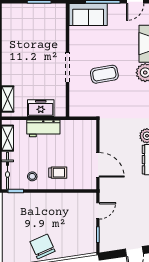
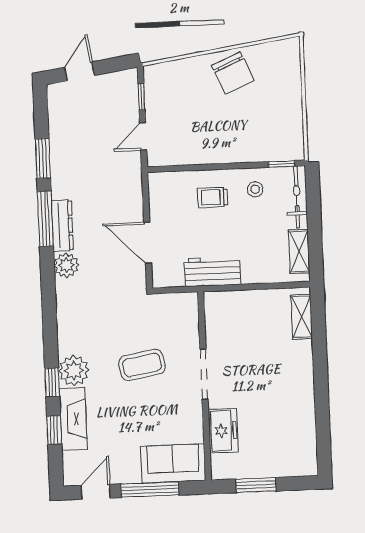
freezer: (41, 108) -> (223, 431), moved, turned -90
workbench: (43, 128) -> (213, 271), moved
door: (98, 165) -> (148, 243), moved

